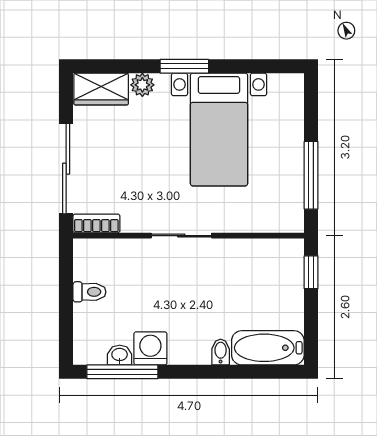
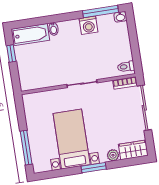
window: (311, 175) -> (26, 148), moved
window: (311, 272) -> (11, 53), moved
toilet: (89, 292) -> (126, 67), moved
washbasin: (120, 355) -> (120, 17), moved

